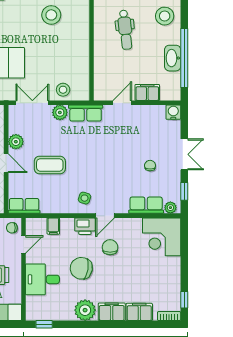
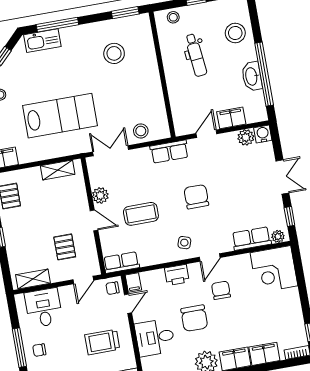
plant: (60, 112) -> (246, 137), moved
chair: (150, 166) -> (196, 197), moved, width x1.87, depth x1.87
filing cabinet: (53, 226) -> (133, 282), moved
printer: (85, 226) -> (177, 275), moved
chair: (81, 268) -> (194, 318), turned -100

